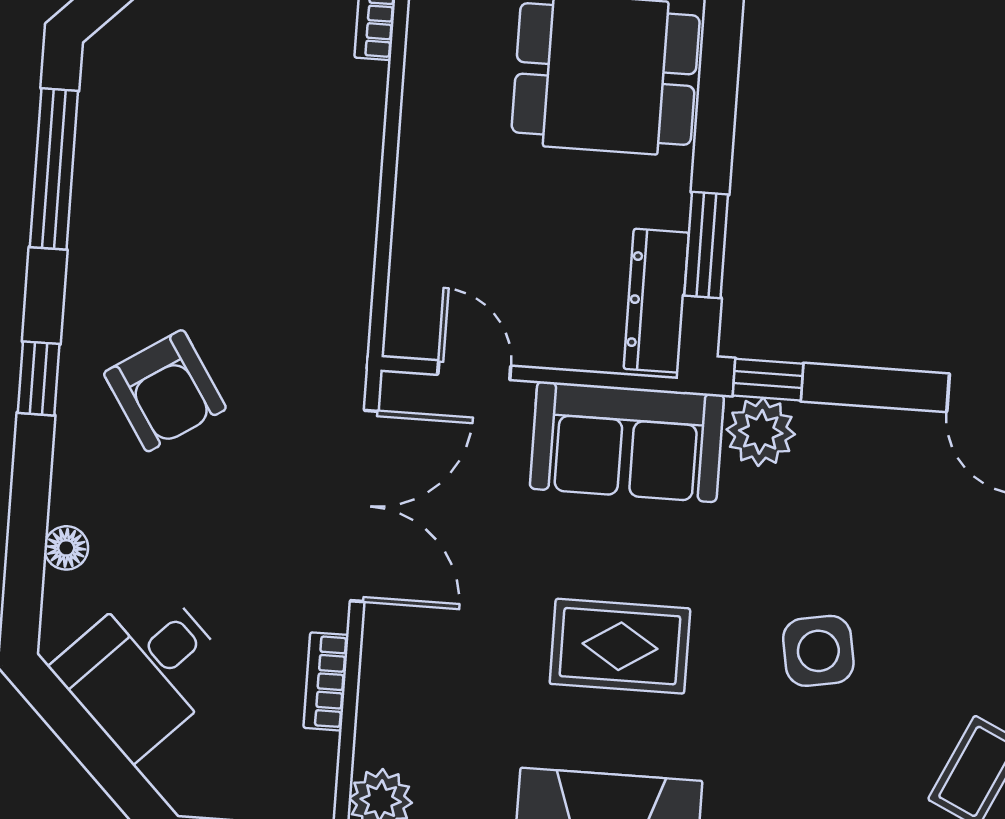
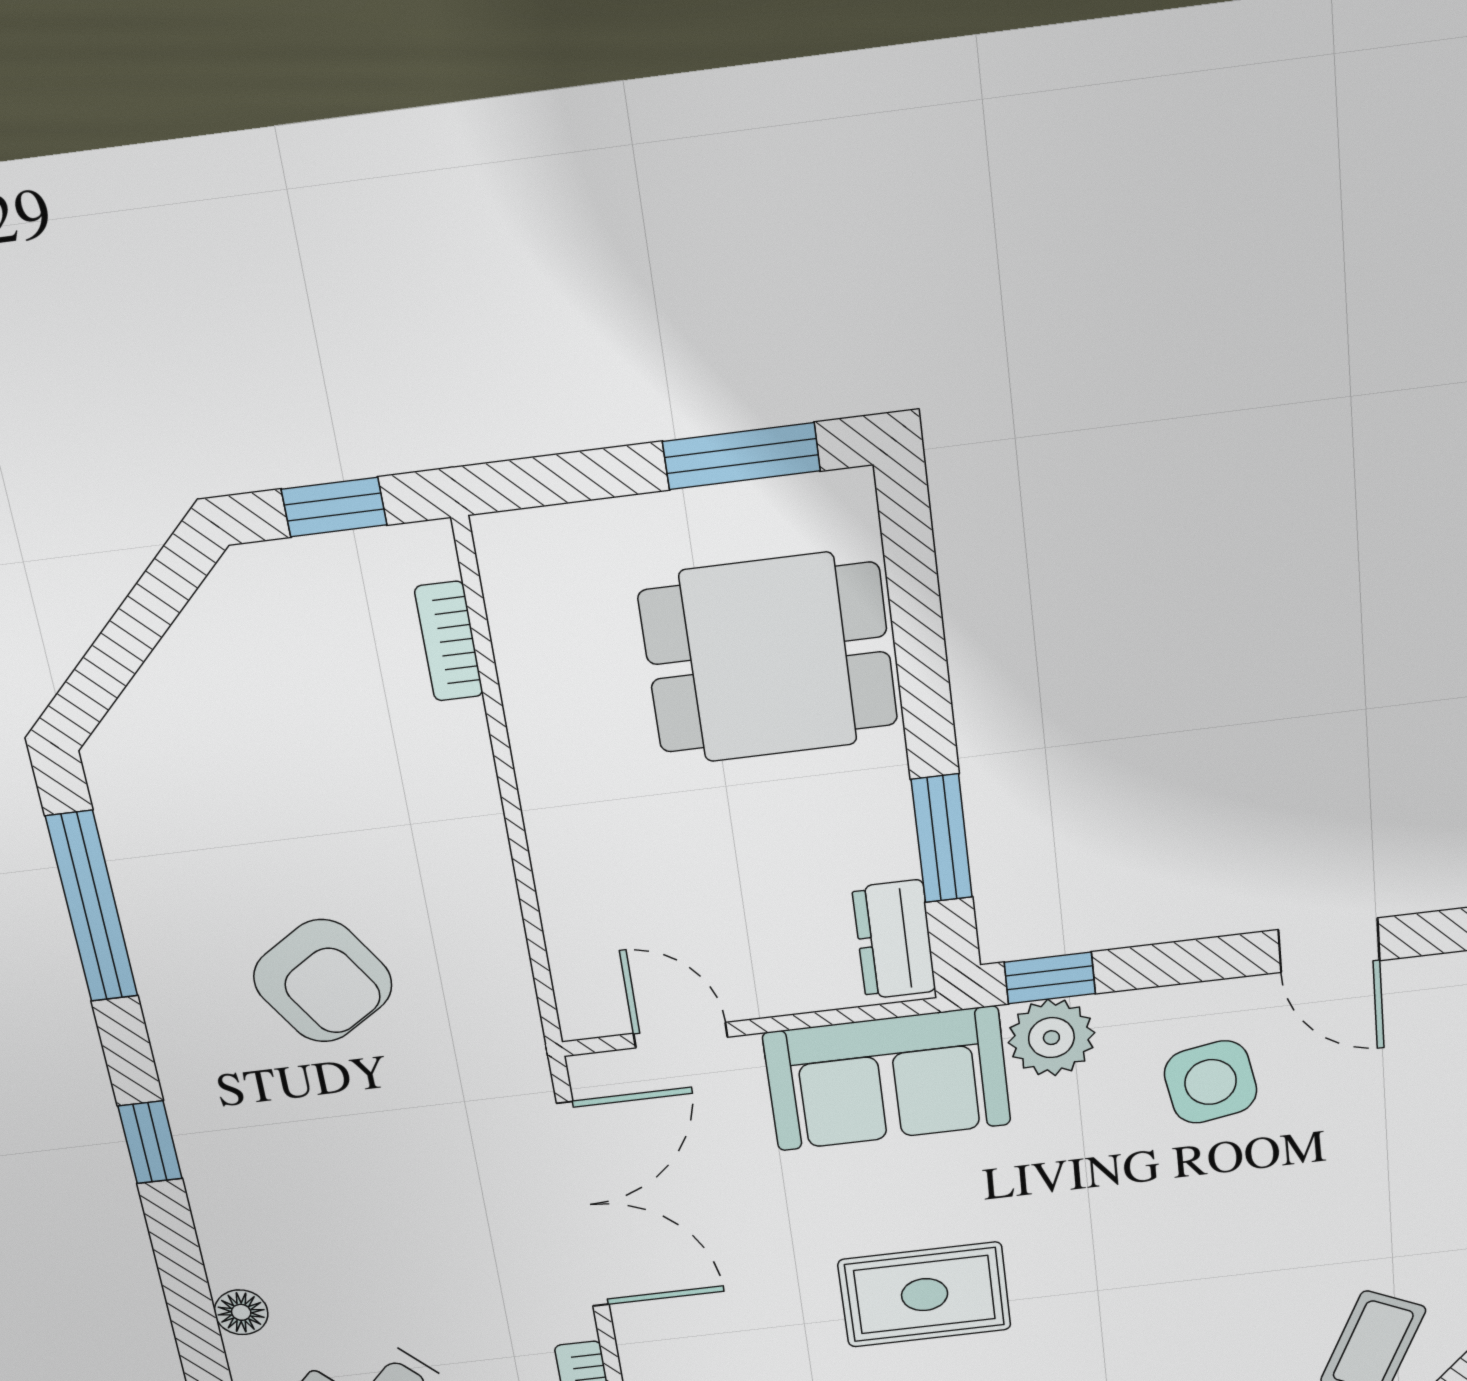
dresser: (656, 301) -> (894, 940), width x0.70
armchair: (165, 391) -> (323, 981), moved
side table: (818, 651) -> (1211, 1082), moved

